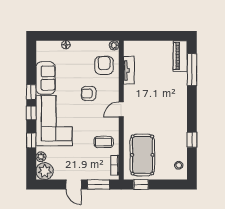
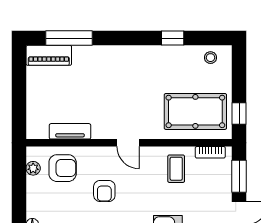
plant: (114, 45) -> (33, 168), moved
armchair: (104, 65) -> (63, 168), turned 180

